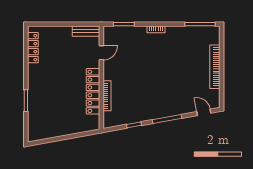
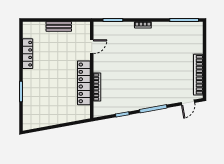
bench: (86, 31) -> (59, 26), moved
locker: (33, 48) -> (28, 54), moved
bookcase: (215, 67) -> (198, 75), moved
door: (204, 112) -> (188, 102), swing flipped

